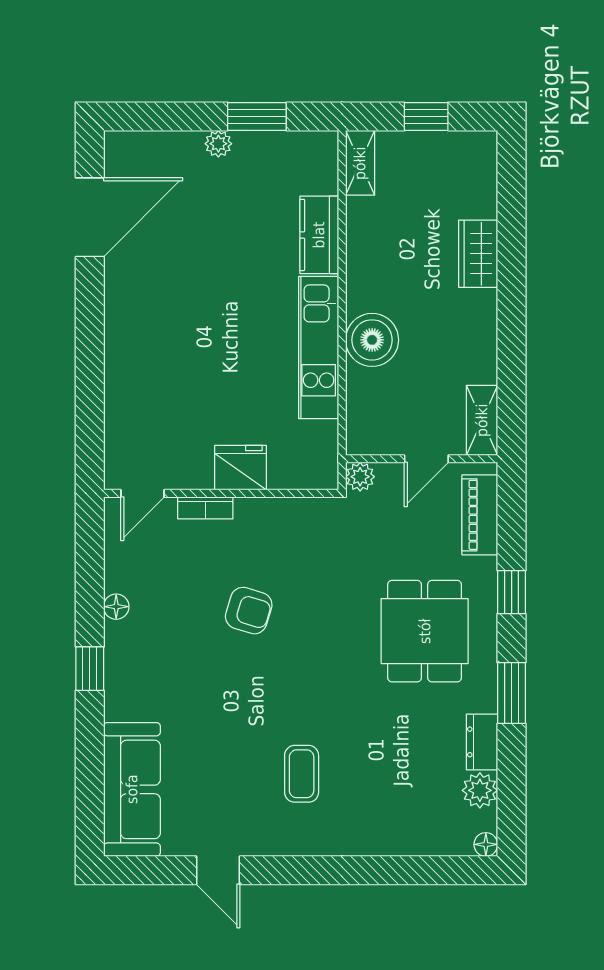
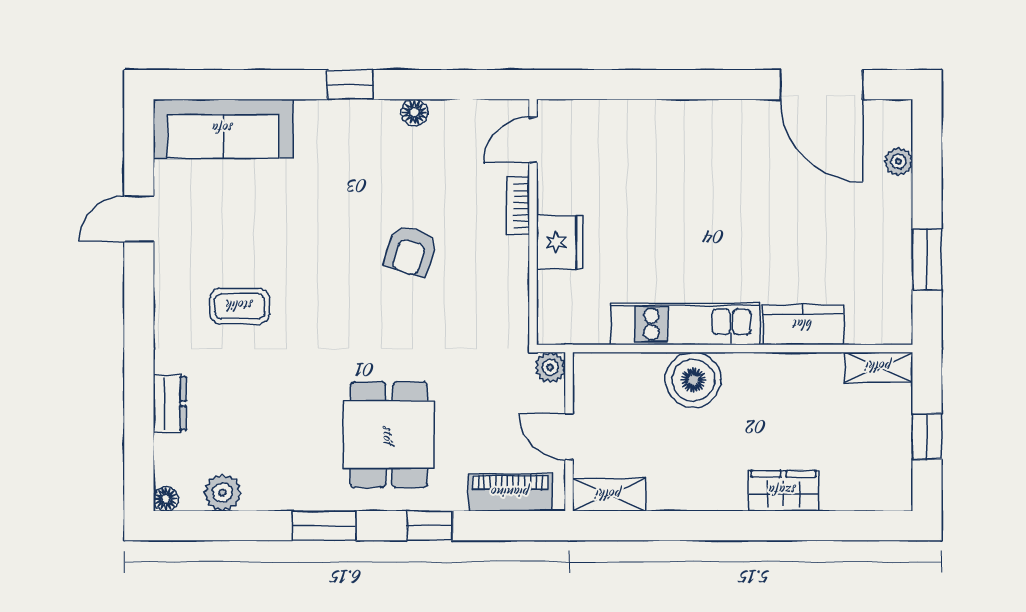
plant: (218, 144) -> (898, 161), moved
door: (143, 493) -> (533, 140), hinge flipped
dining table: (425, 631) -> (389, 435), turned 90
dresser: (482, 742) -> (170, 403), moved, turned 90

